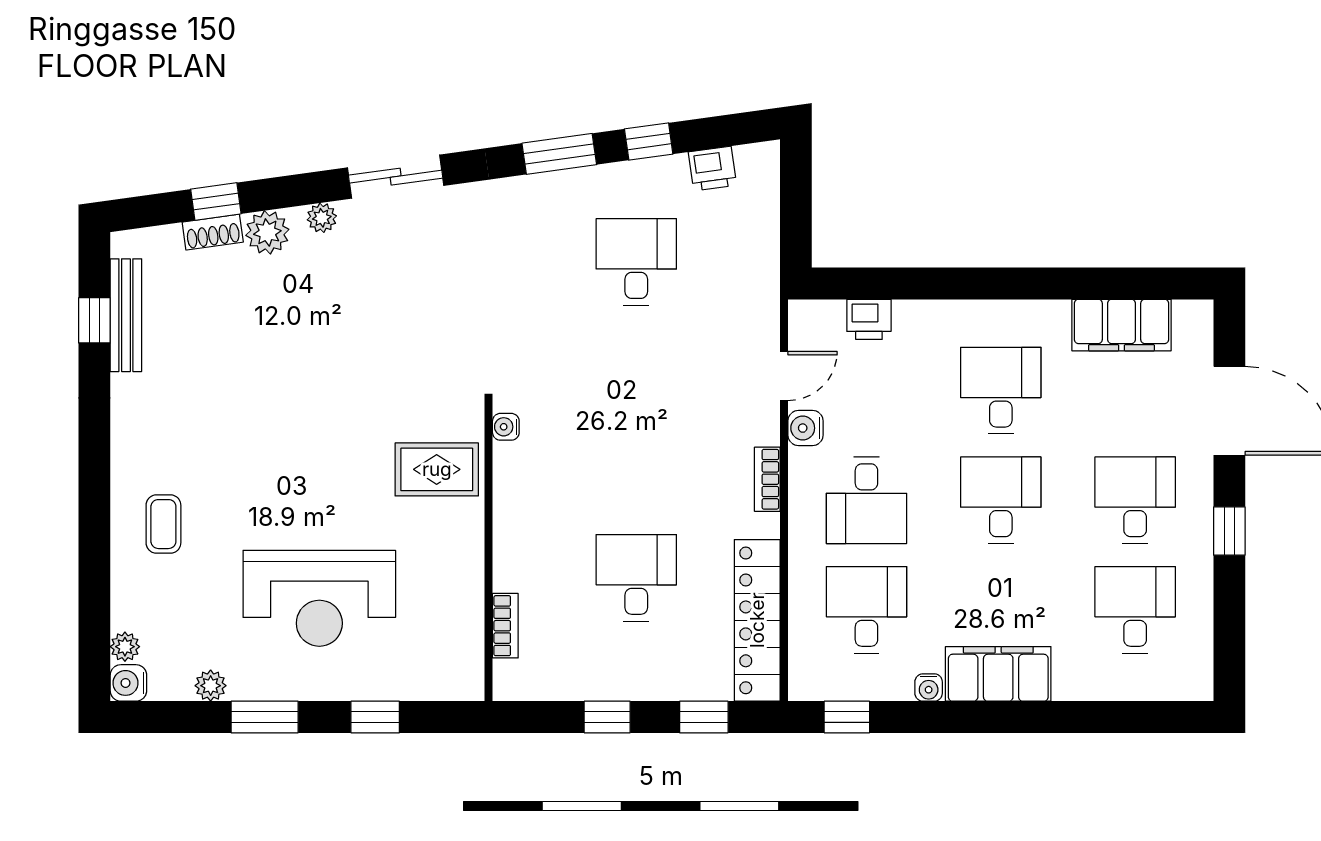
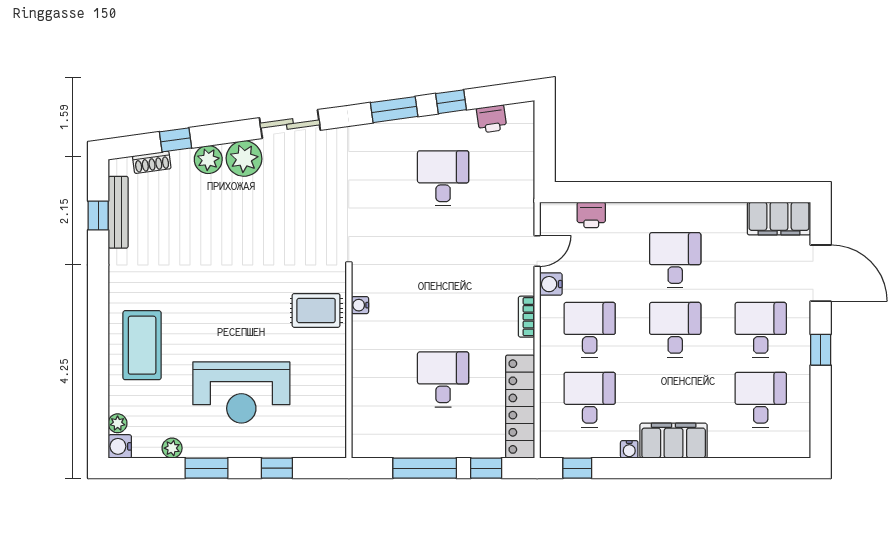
plant: (322, 218) -> (244, 158), width x1.88, depth x1.88
shoe rack: (213, 232) -> (152, 162), moved
filing cabinet: (1122, 325) -> (779, 219), moved
water cooler: (506, 427) -> (360, 305), moved
desk: (866, 500) -> (590, 330), turned 180
coffee table: (163, 524) -> (142, 345), width x1.86, depth x1.72
bookcase: (505, 626) -> (360, 410), removed
window: (607, 717) -> (425, 468), width x2.17

